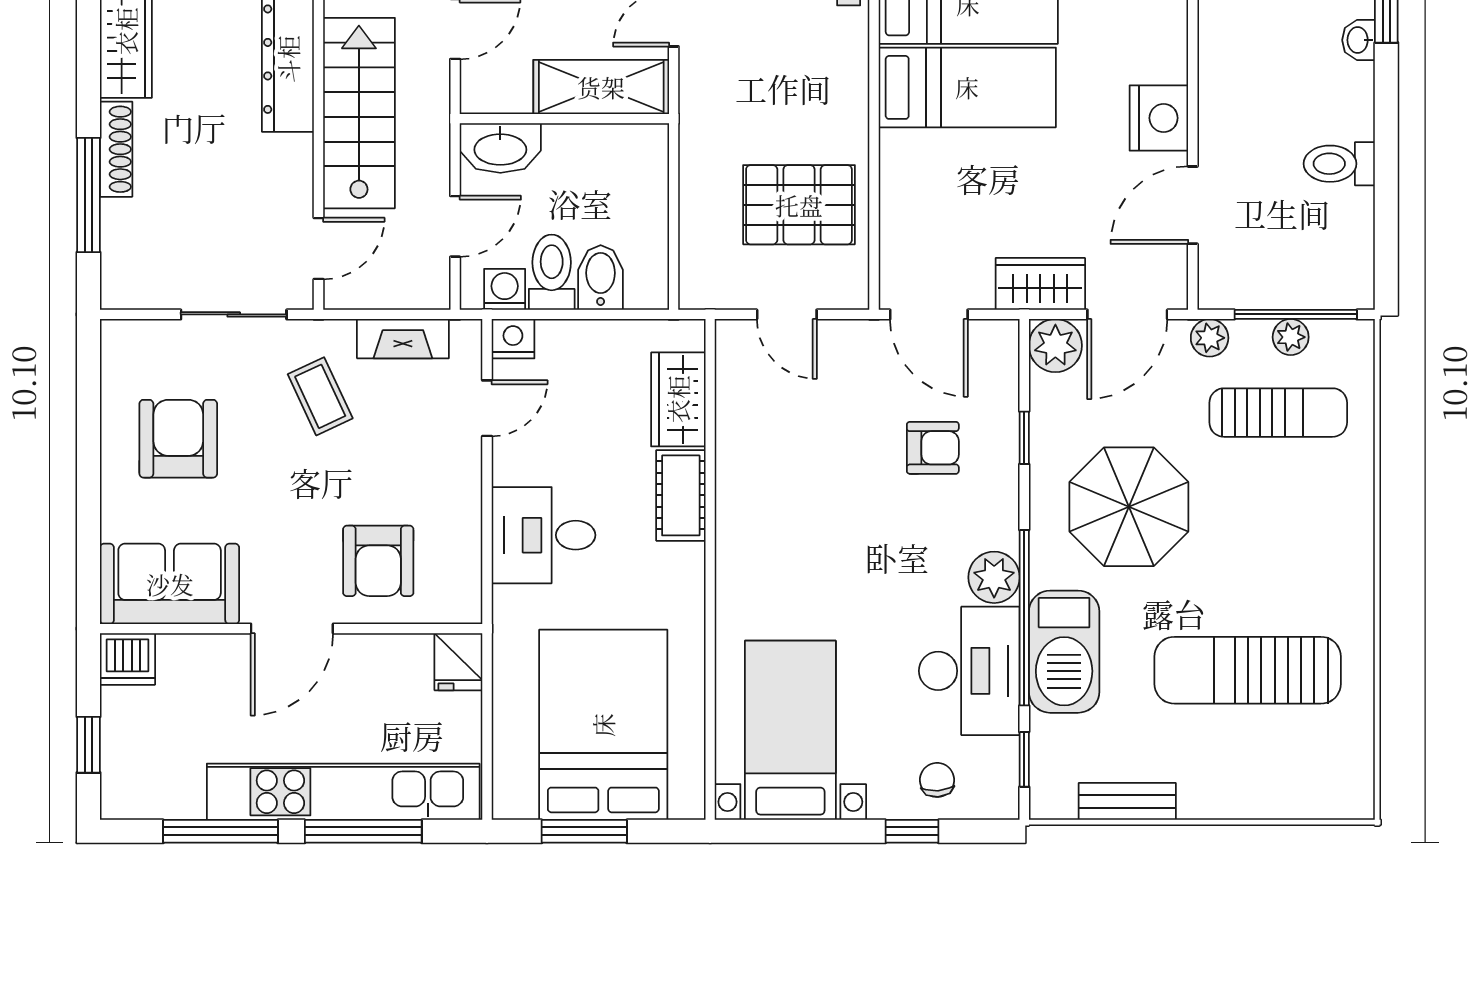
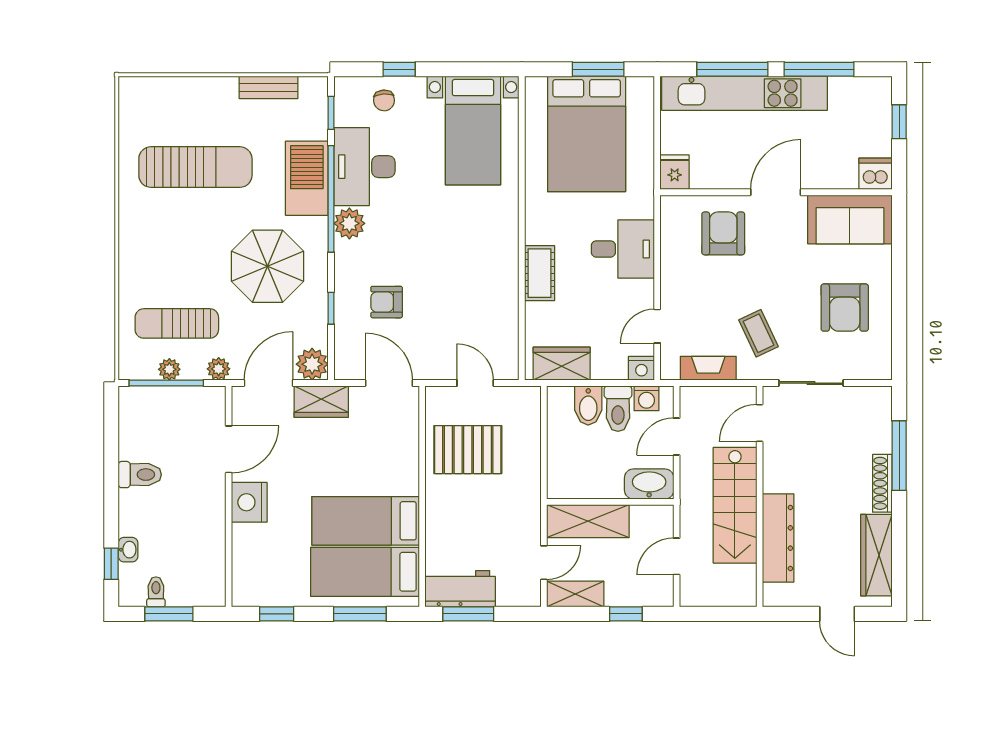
wardrobe: (678, 399) -> (562, 364), moved, turned -90

